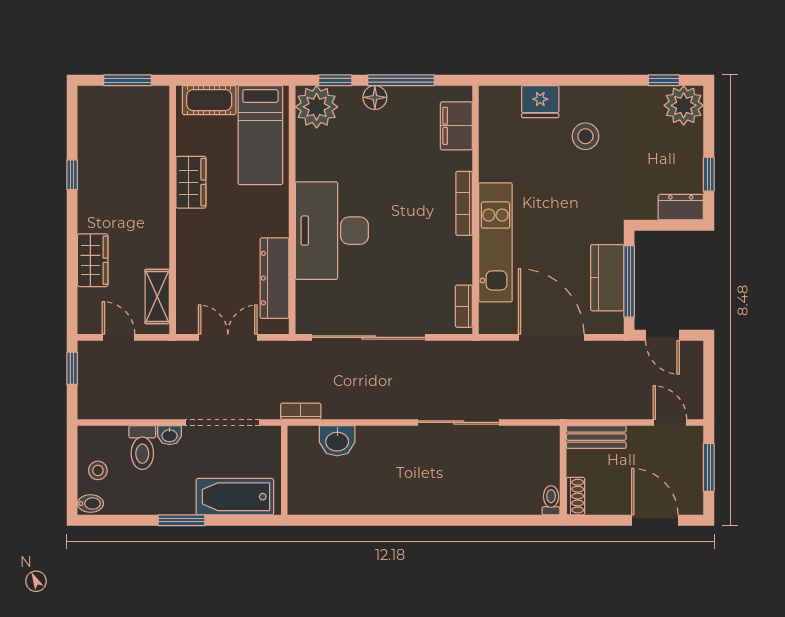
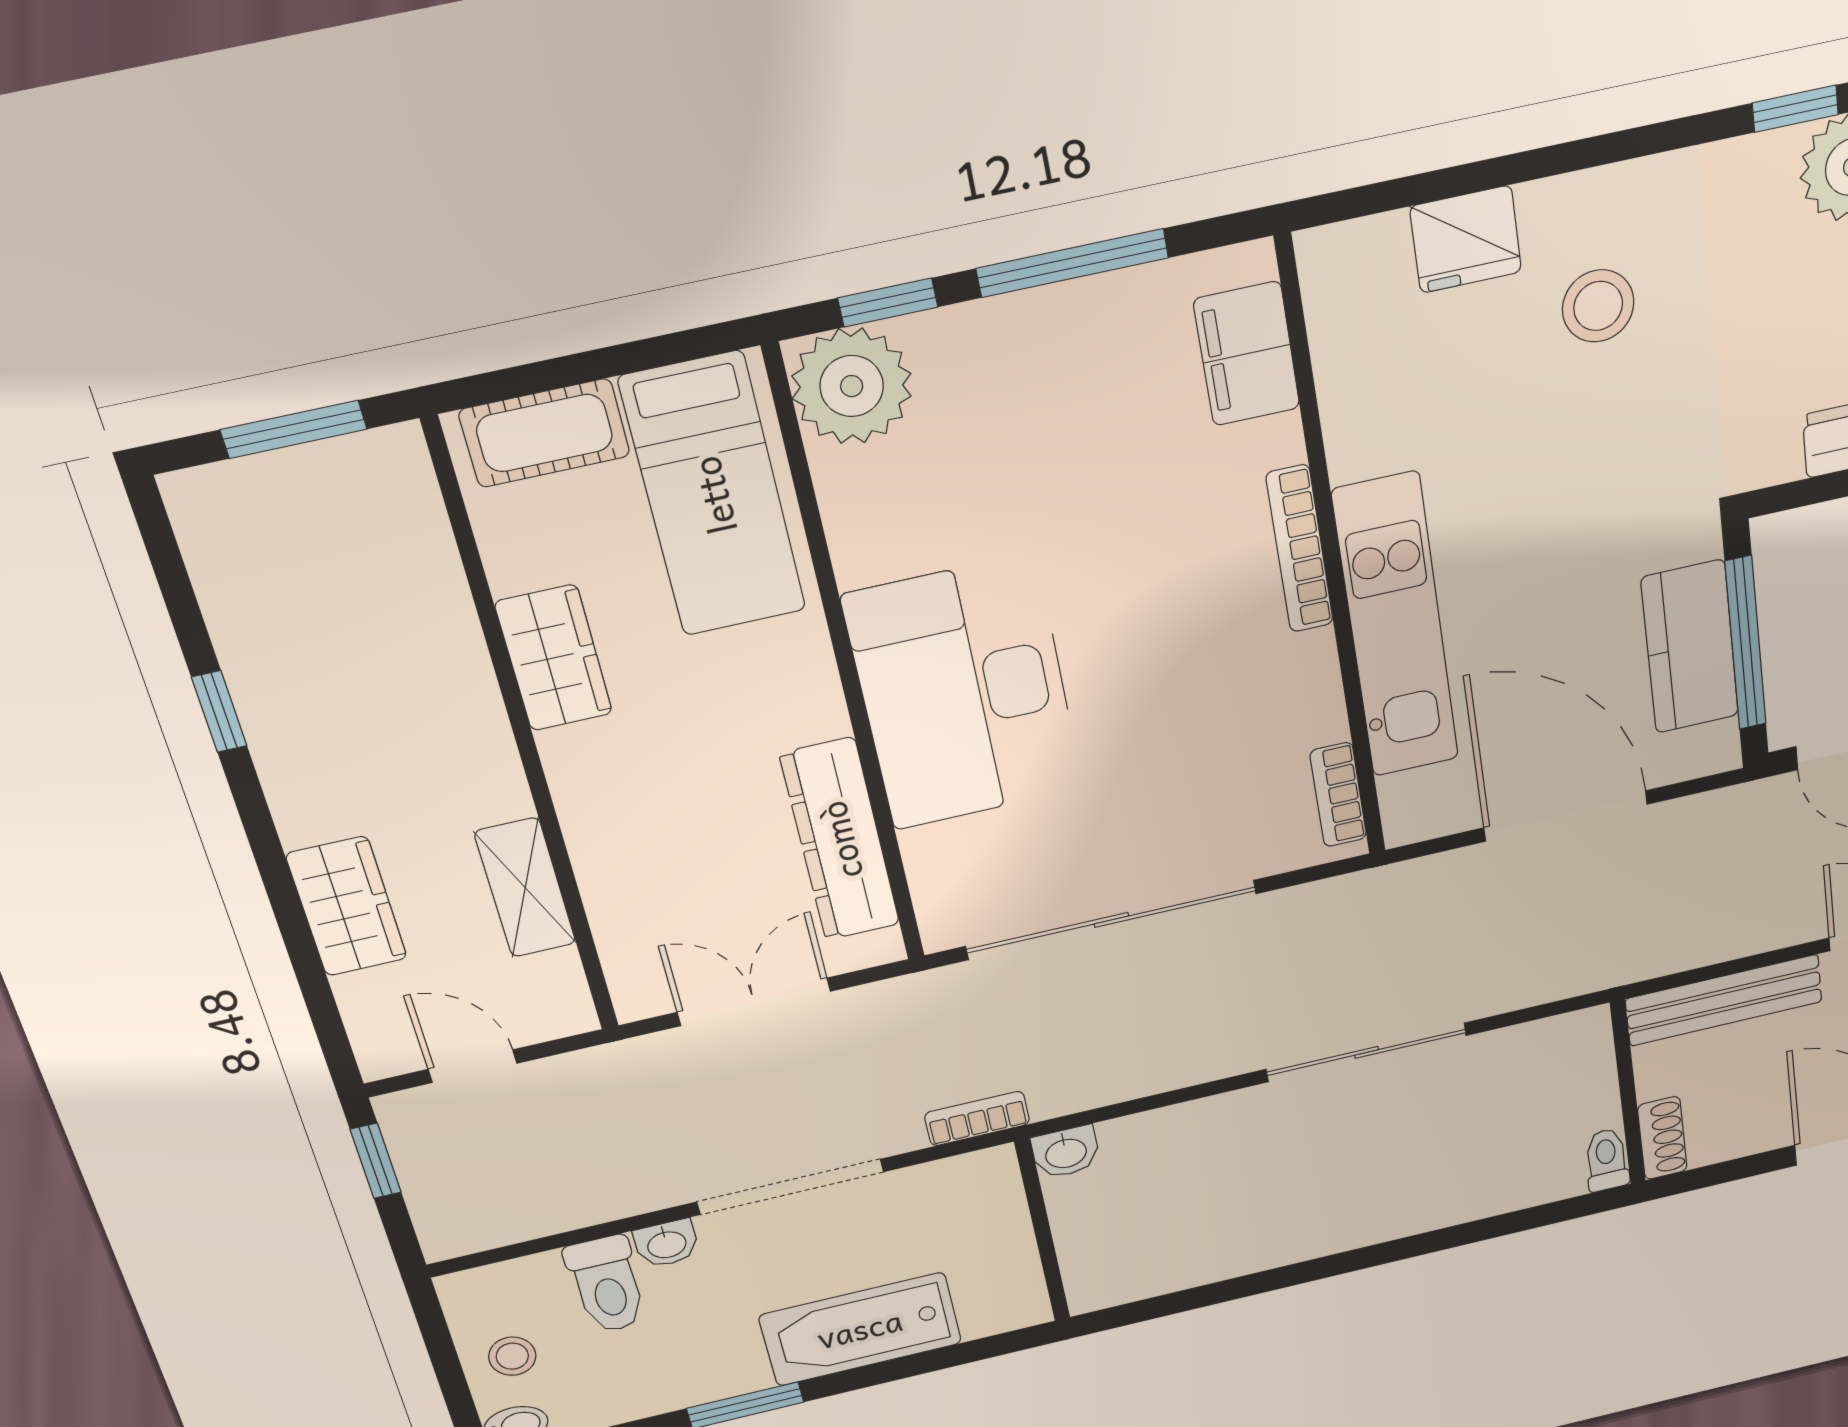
floor lamp: (375, 97) -> (1009, 326), removed
shelving: (157, 296) -> (525, 888), moved
bench: (596, 437) -> (1724, 1000), width x1.36
washbasin: (337, 441) -> (1066, 1152), width x0.72, depth x0.69
wall: (284, 470) -> (1042, 1231), moved

